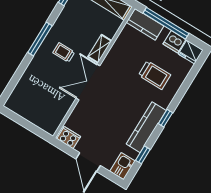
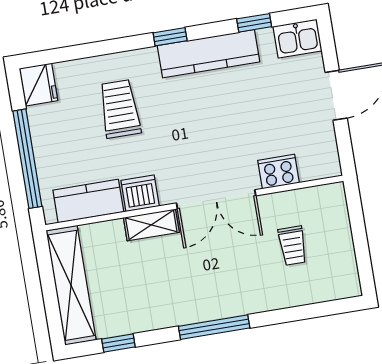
kitchen counter: (145, 24) -> (88, 201), moved, turned -90
dishwasher: (174, 42) -> (140, 193), moved, turned -90
trolley: (64, 52) -> (293, 246), moved
cooker: (69, 138) -> (278, 172), moved, turned 90

